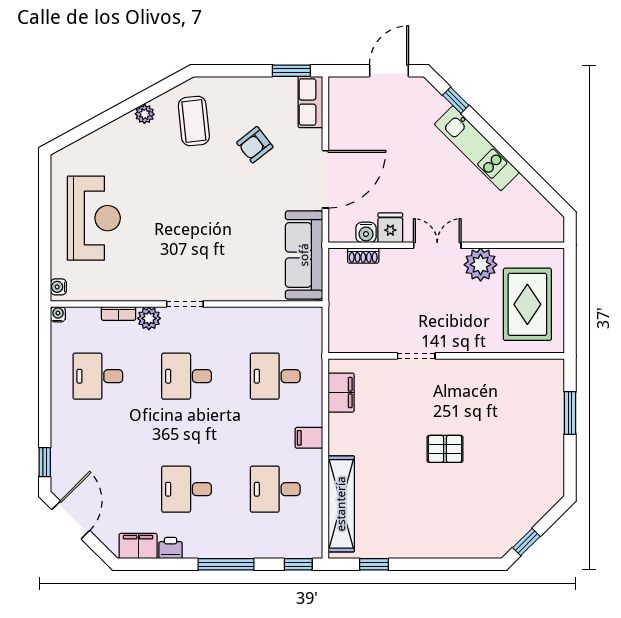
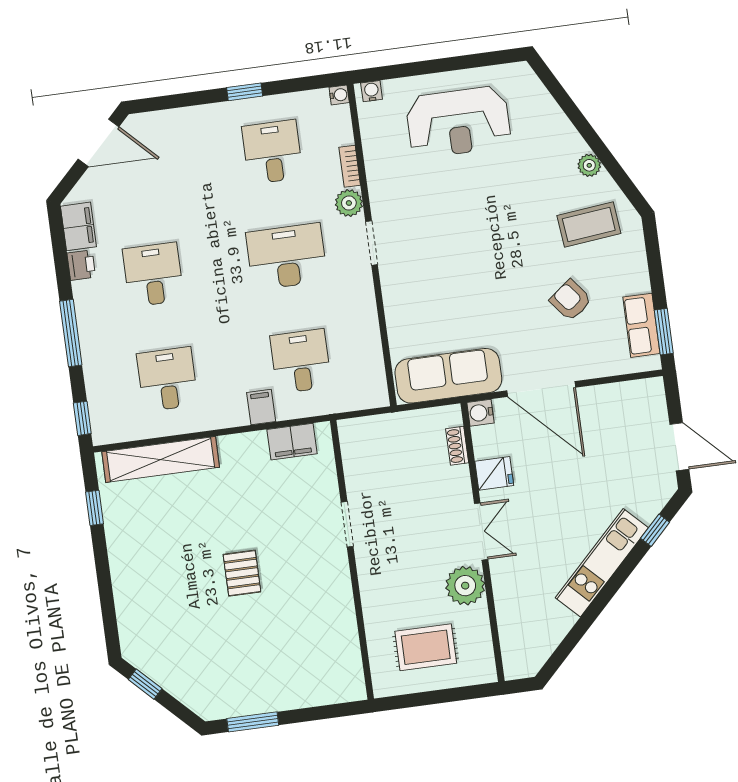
row of seats: (310, 102) -> (641, 325), moved, turned -90
water cooler: (366, 232) -> (480, 413), moved
rug: (527, 304) -> (426, 647), width x0.73, depth x0.70
desk: (187, 376) -> (287, 257), width x1.37
window: (570, 413) -> (253, 722), moved
filing cabinet: (309, 438) -> (261, 407), moved
window: (45, 462) -> (245, 92), moved

